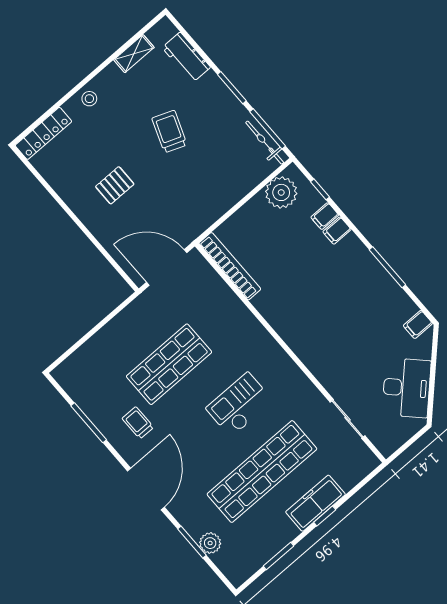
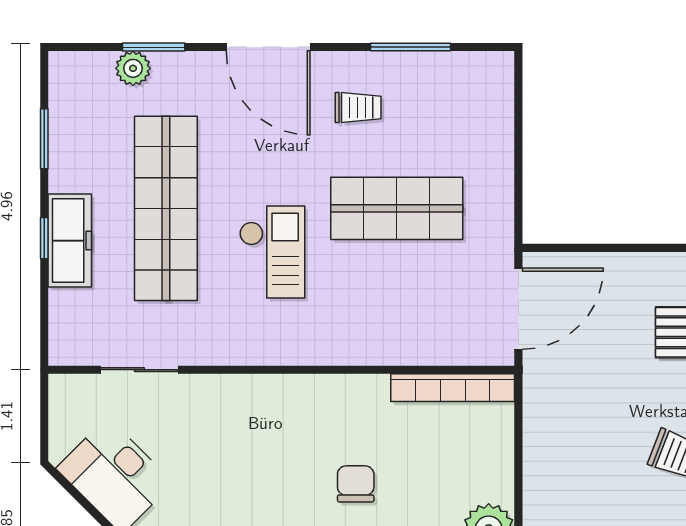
chair: (314, 273) -> (356, 484), added
shop shelf: (169, 364) -> (397, 208), turned 90

